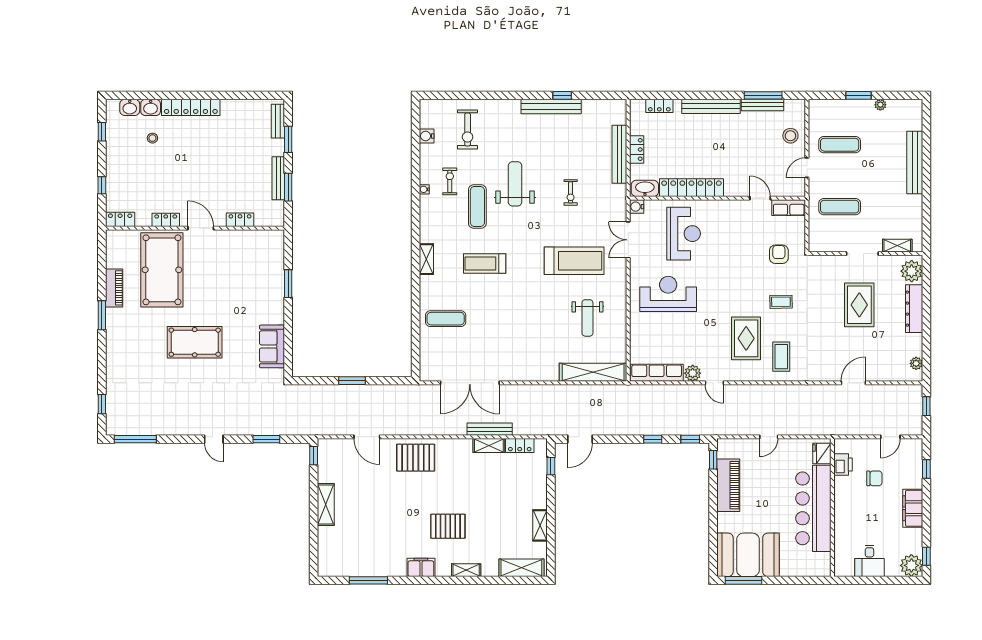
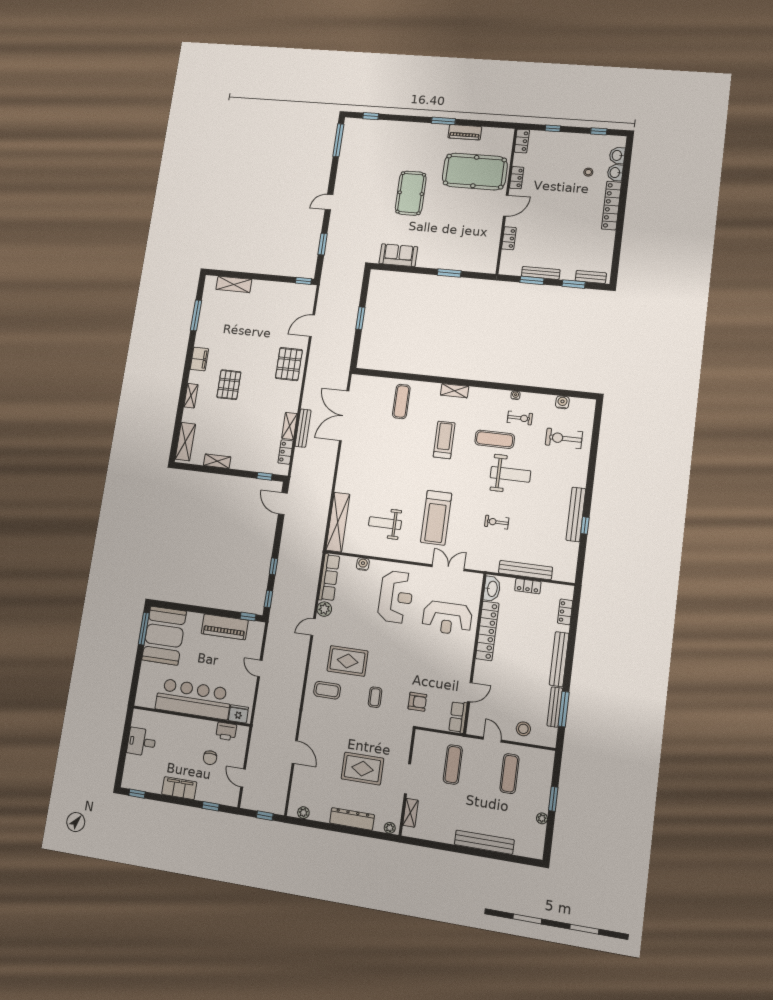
water cooler: (637, 207) -> (363, 564), moved
plant: (912, 271) -> (390, 828), width x0.53, depth x0.53
shelving: (326, 504) -> (234, 284), moved
plant: (911, 565) -> (132, 779), removed

